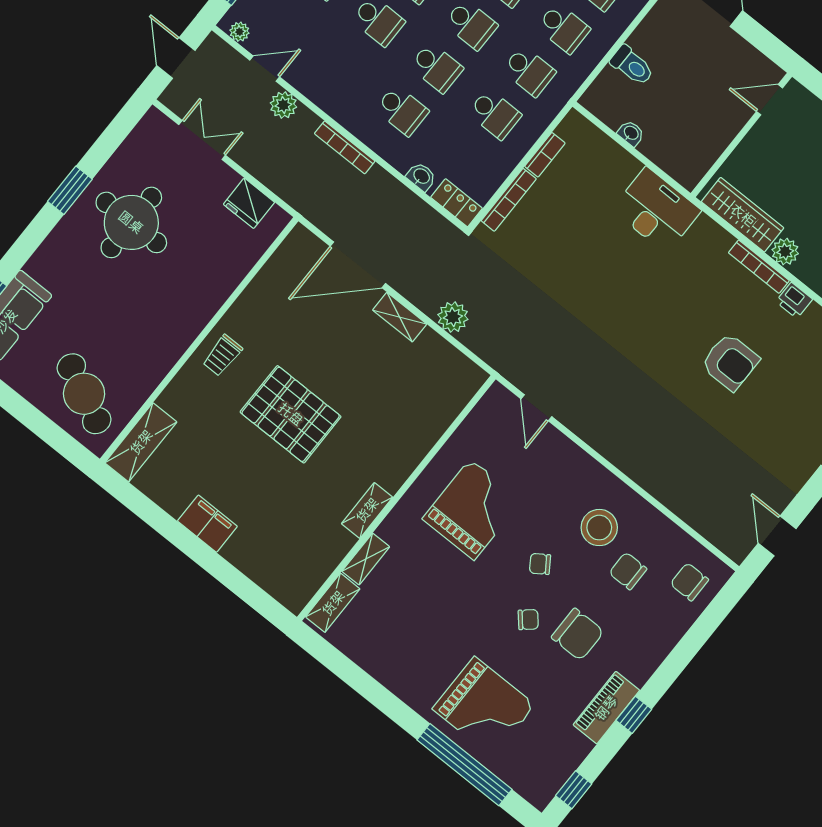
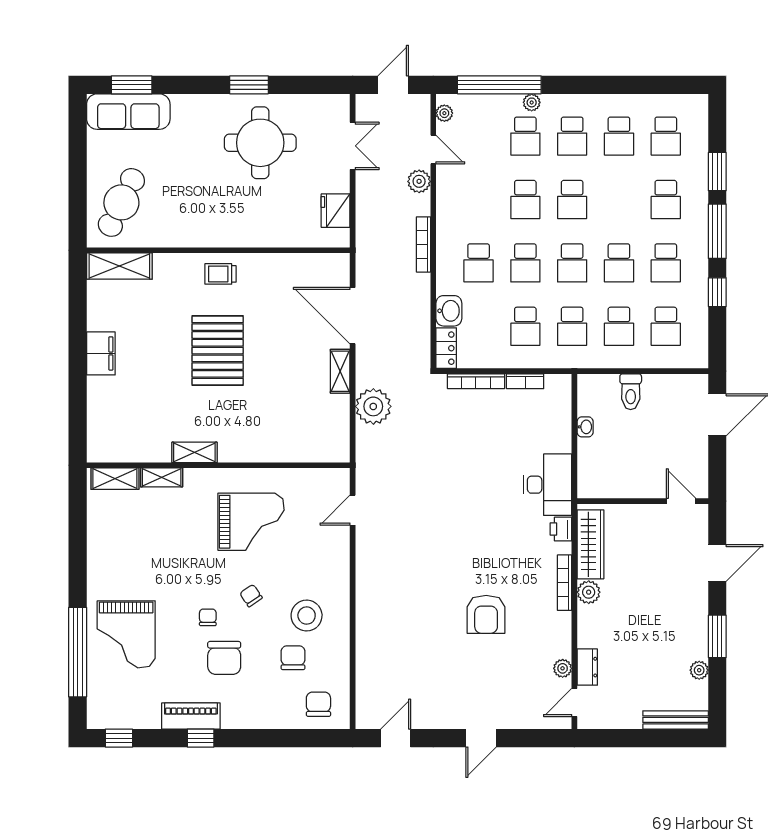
washbasin: (421, 177) -> (449, 311), width x1.38, depth x1.45
printer: (794, 300) -> (561, 529), moved
plant: (453, 317) -> (373, 406), width x1.36, depth x1.36
chair: (528, 620) -> (208, 617), turned -139

